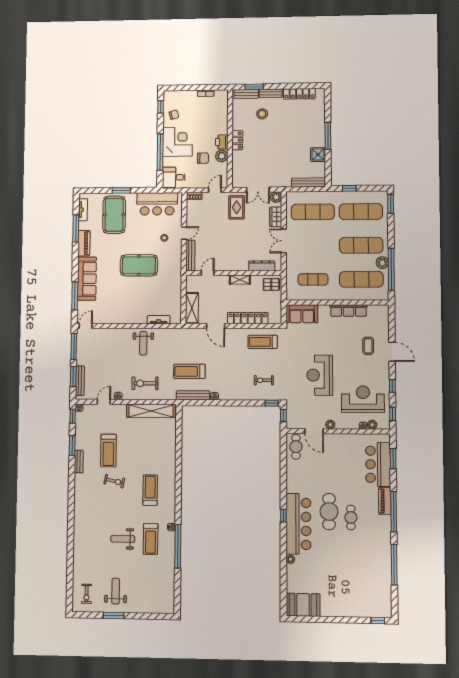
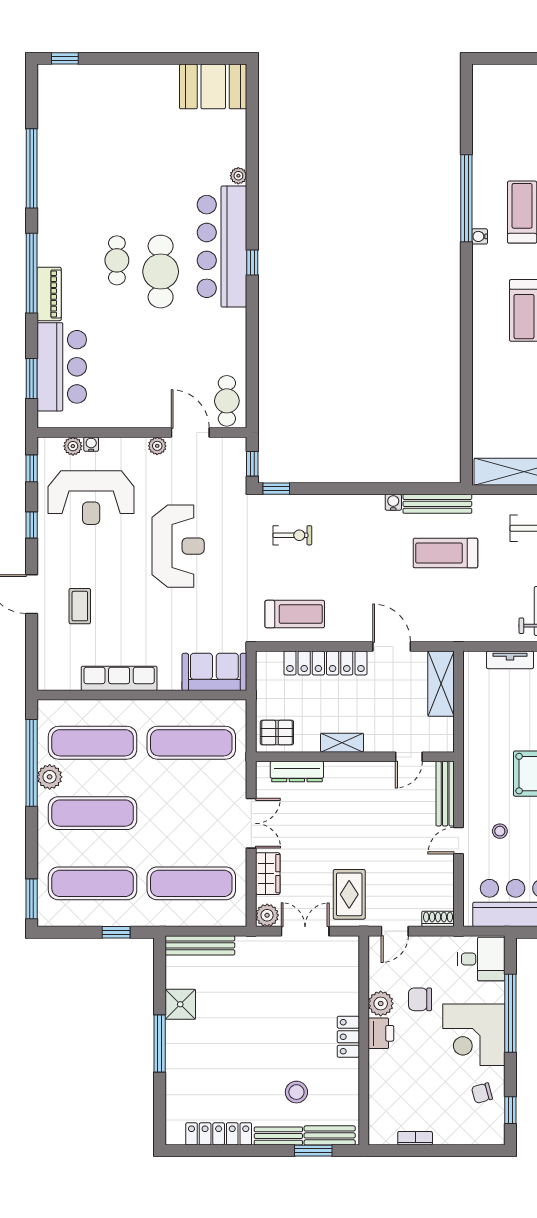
exercise mat: (313, 279) -> (191, 743), width x1.36, depth x1.45
treadmill: (189, 371) -> (445, 553), turned 180

